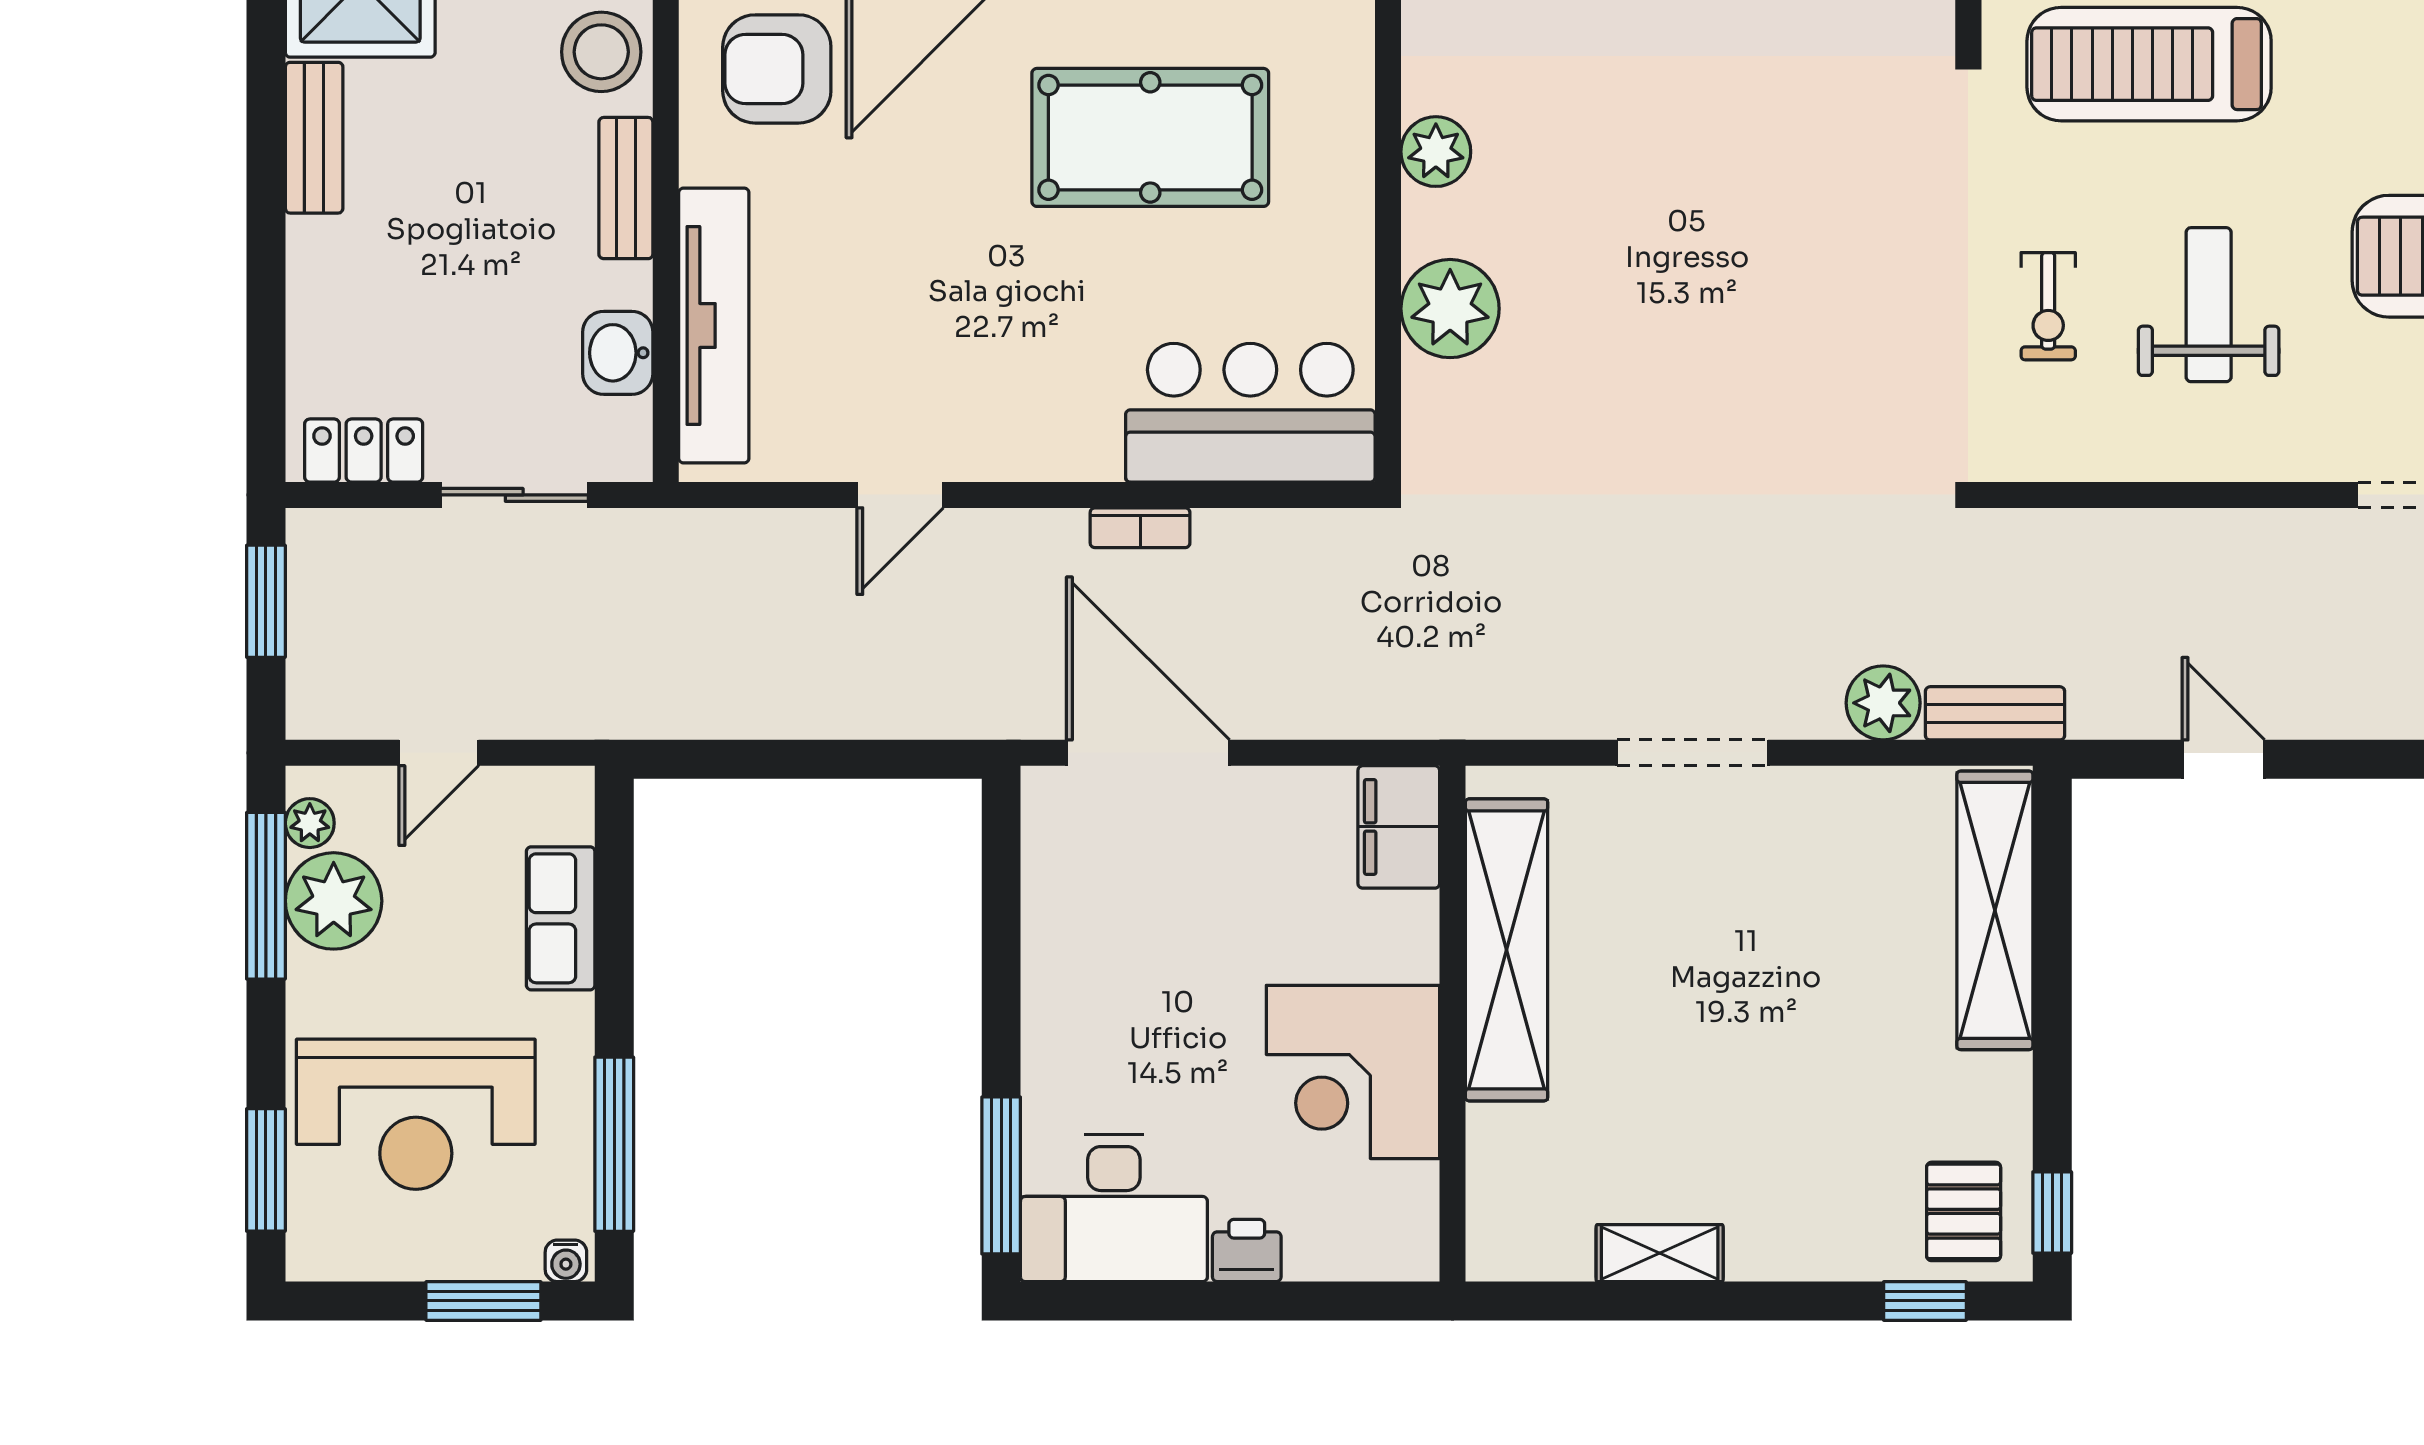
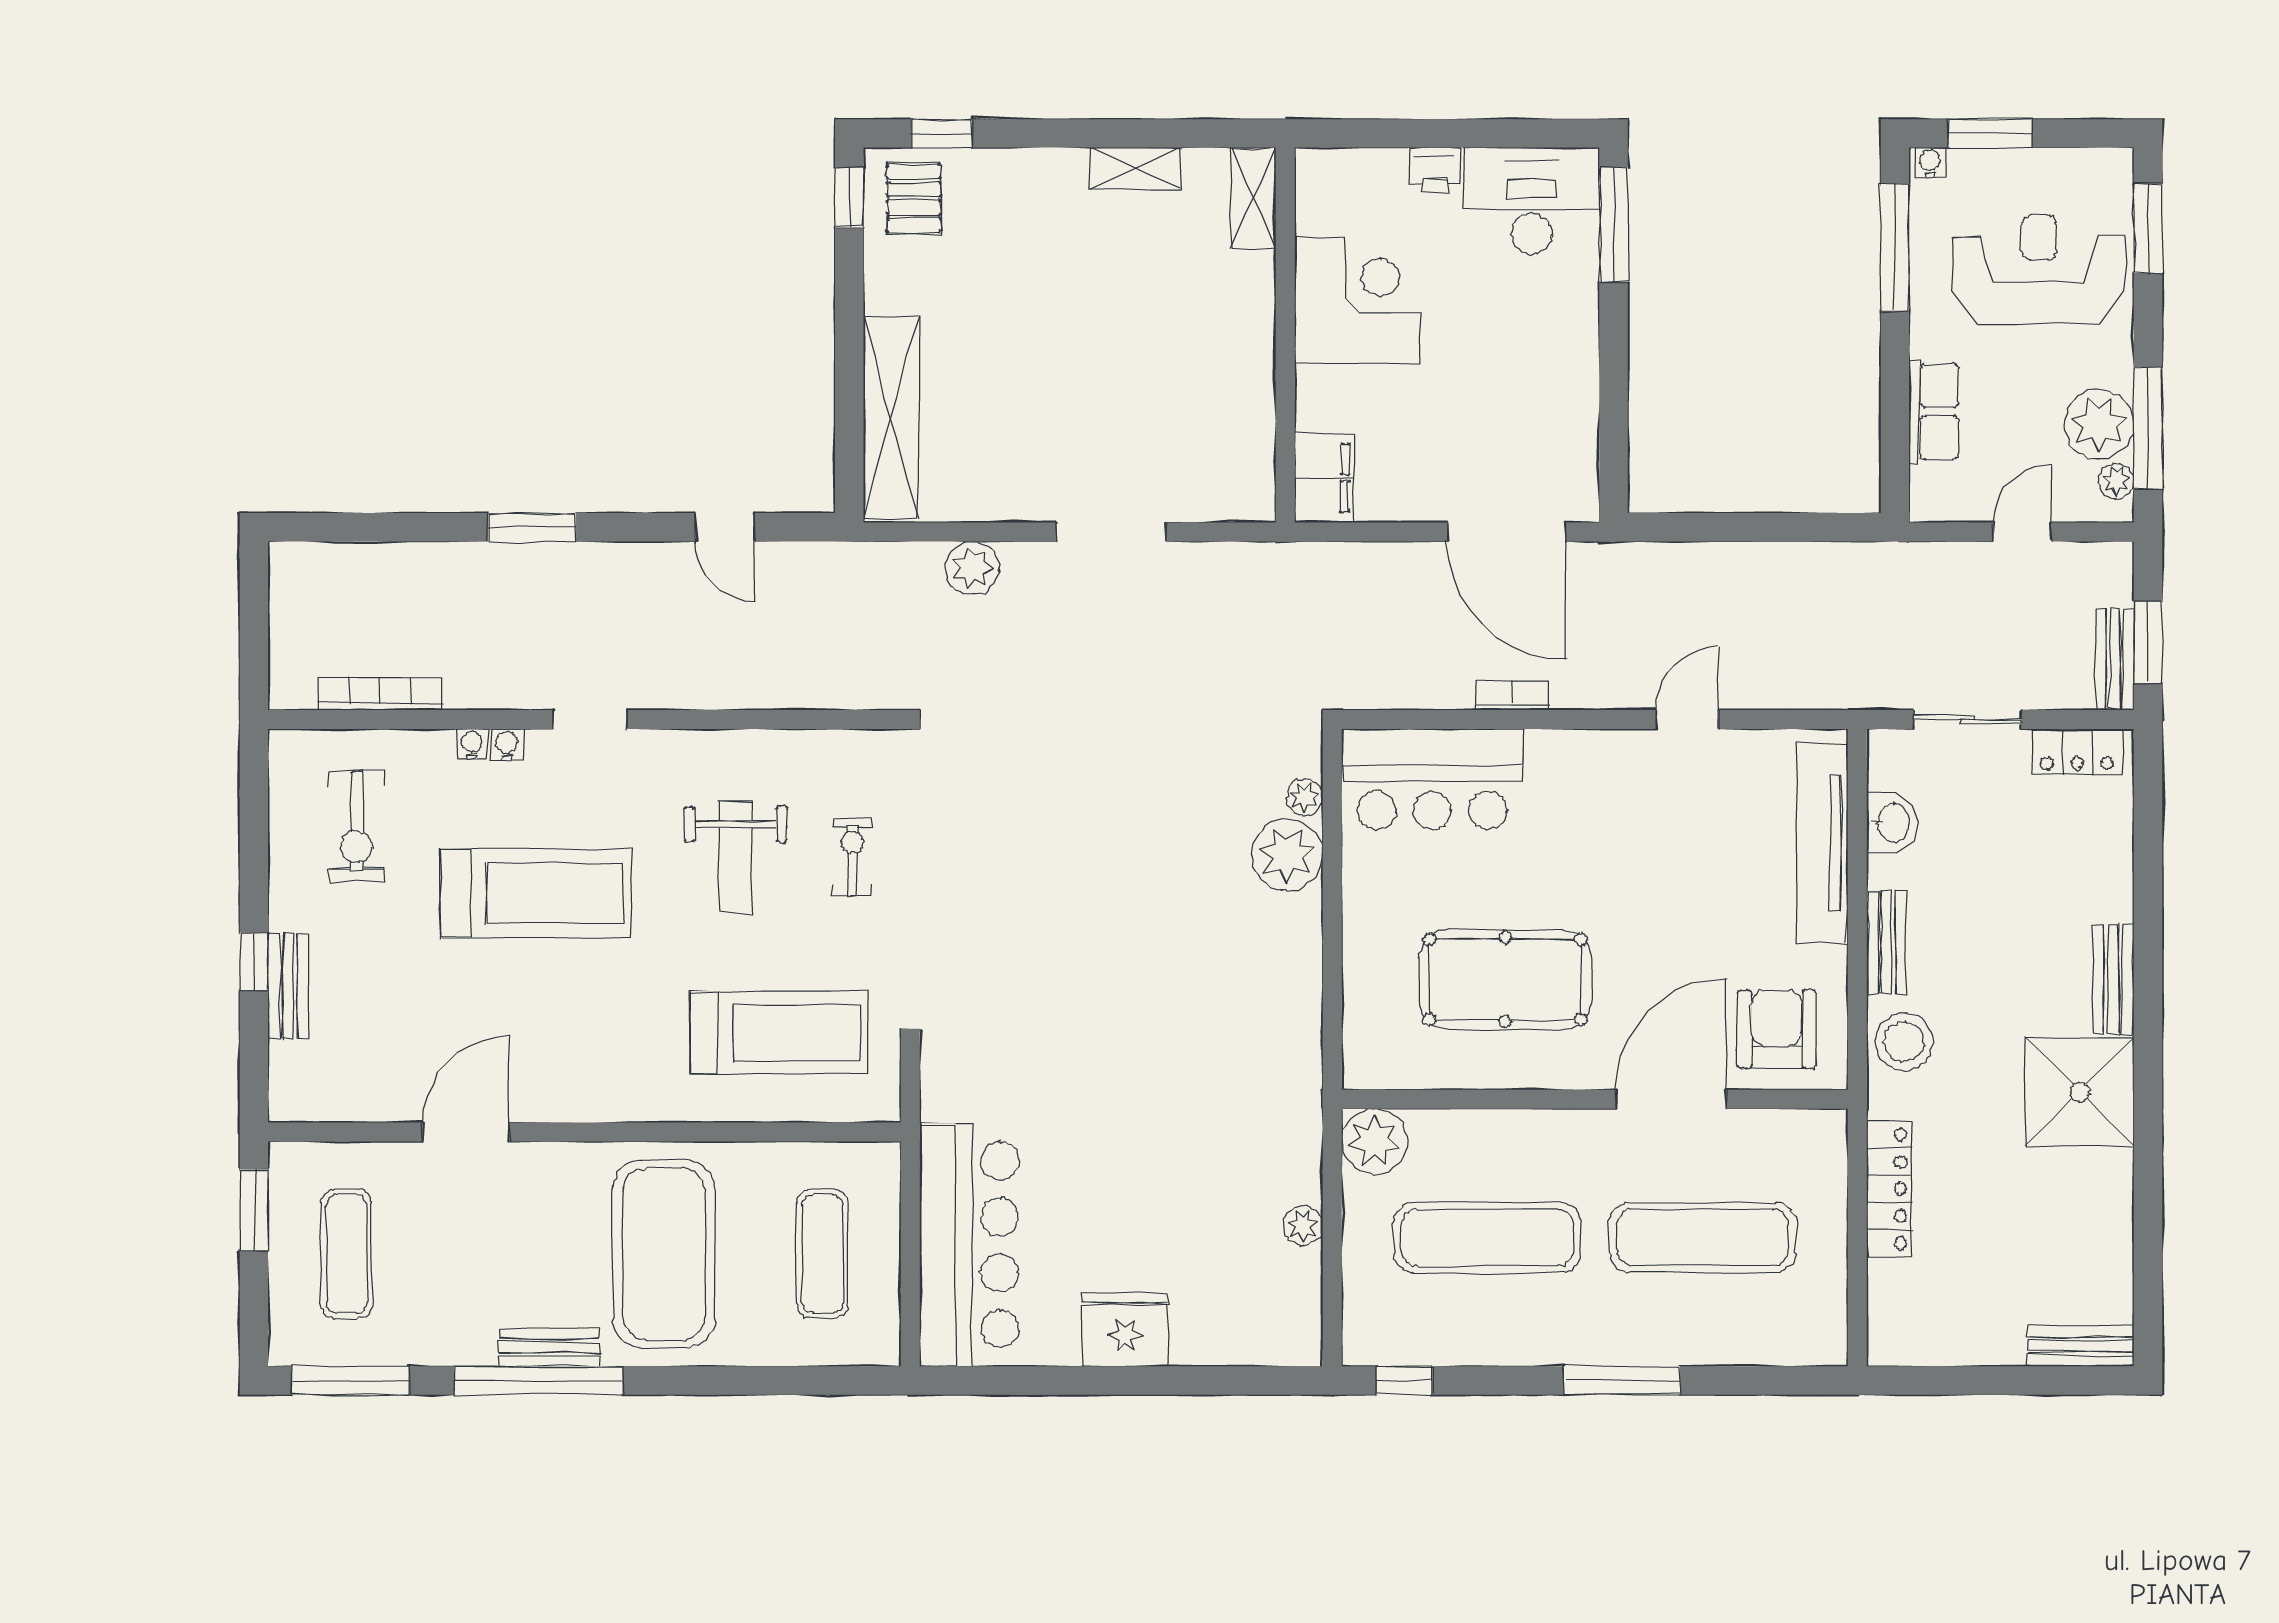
armchair: (777, 69) -> (1777, 1029), turned -90
plant: (1436, 152) -> (1304, 797), moved, width x0.73, depth x0.73
bench: (1995, 713) -> (2115, 659), moved, turned 90
shelving: (1507, 950) -> (1253, 198), moved, width x0.45, depth x0.75

